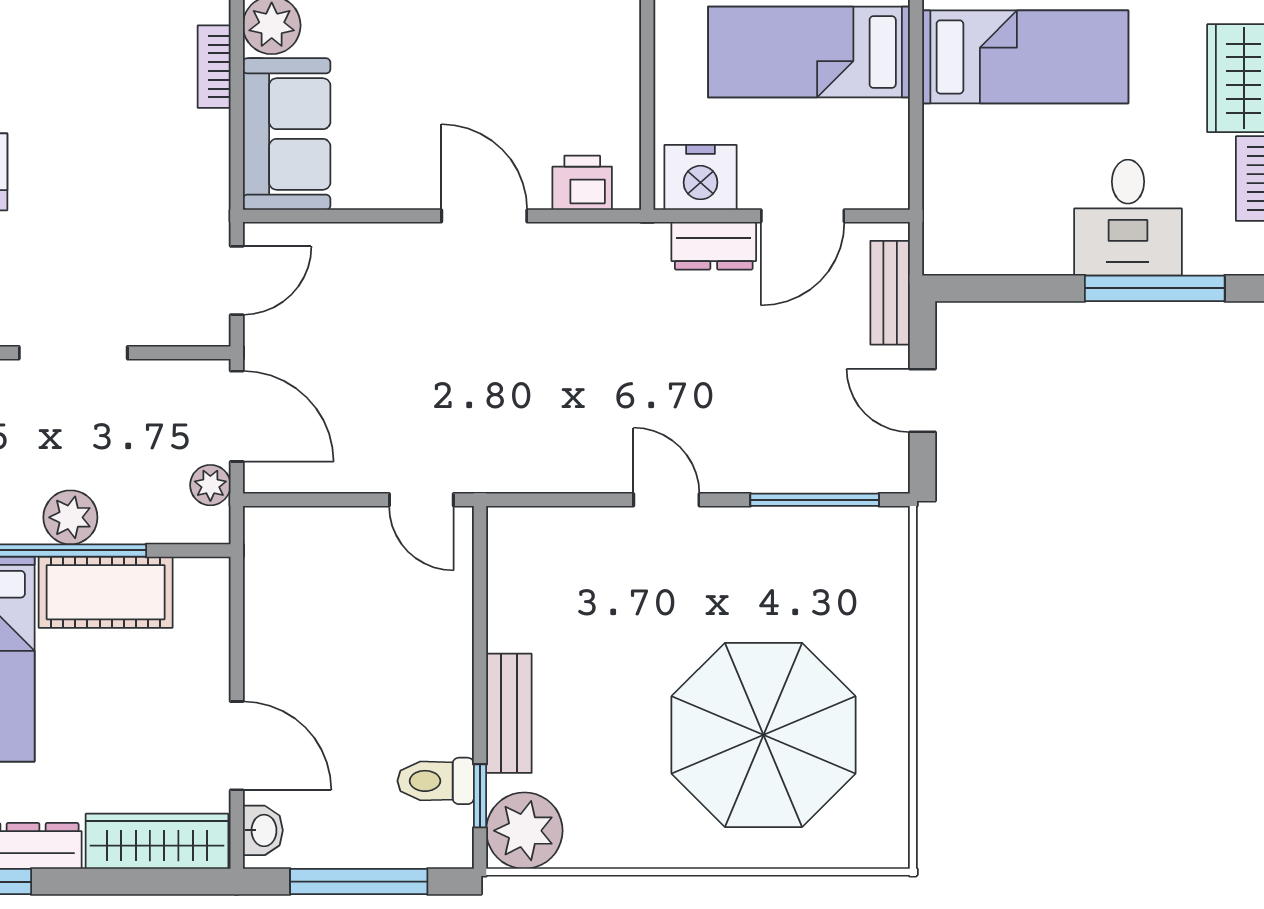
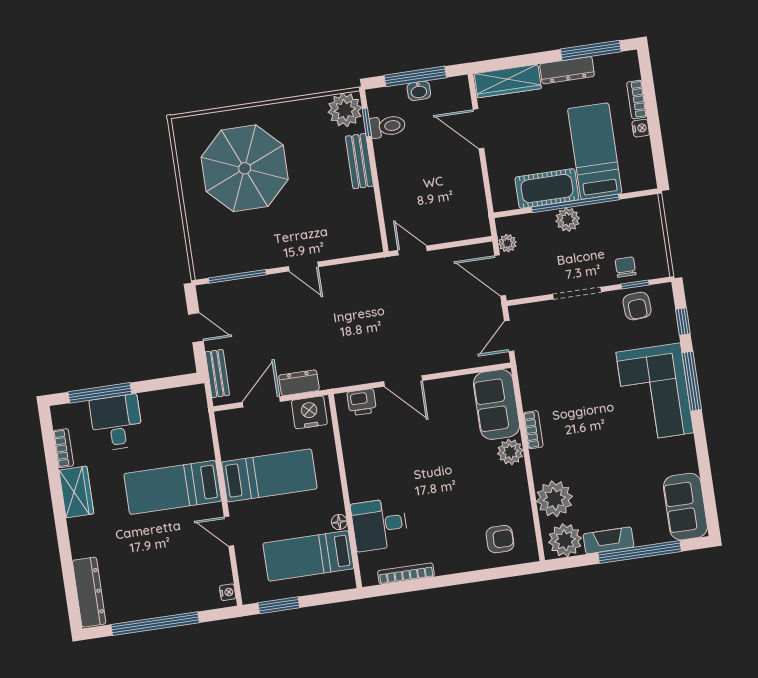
washbasin: (263, 830) -> (419, 91), moved, turned -90

